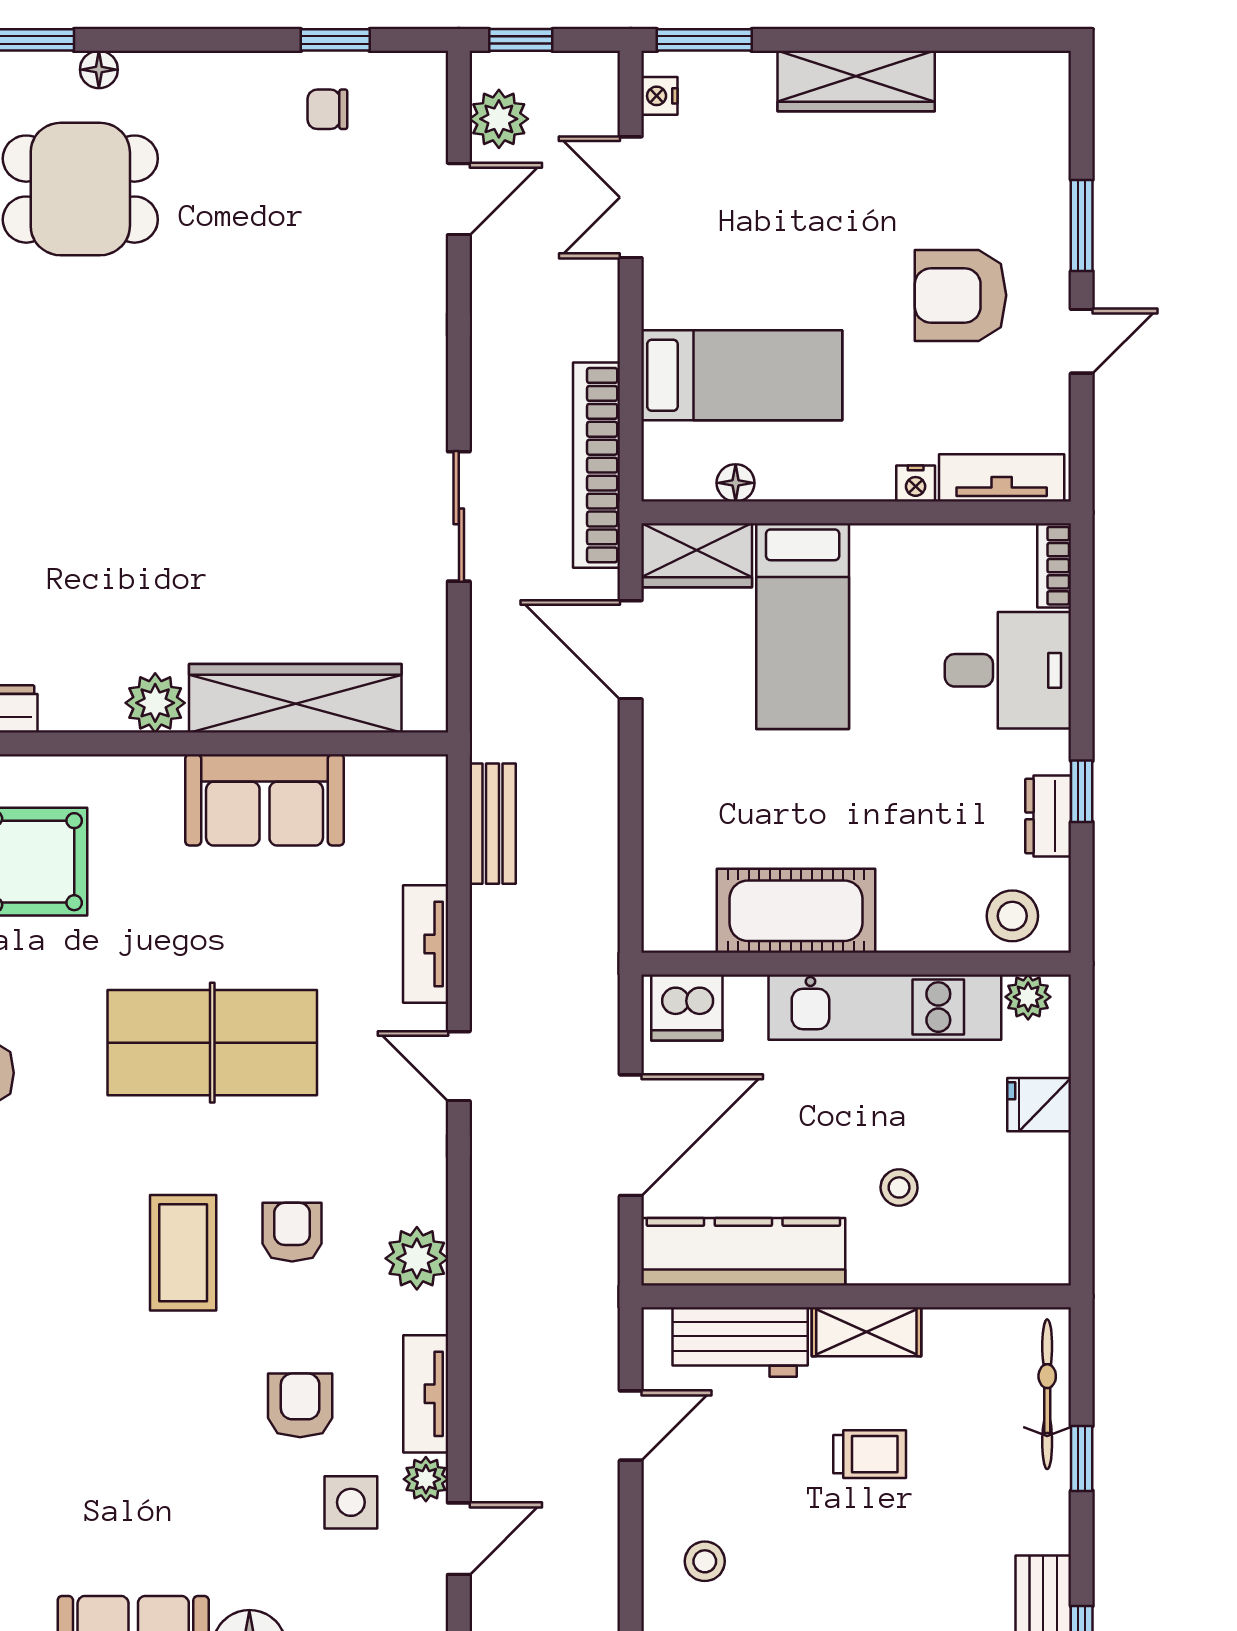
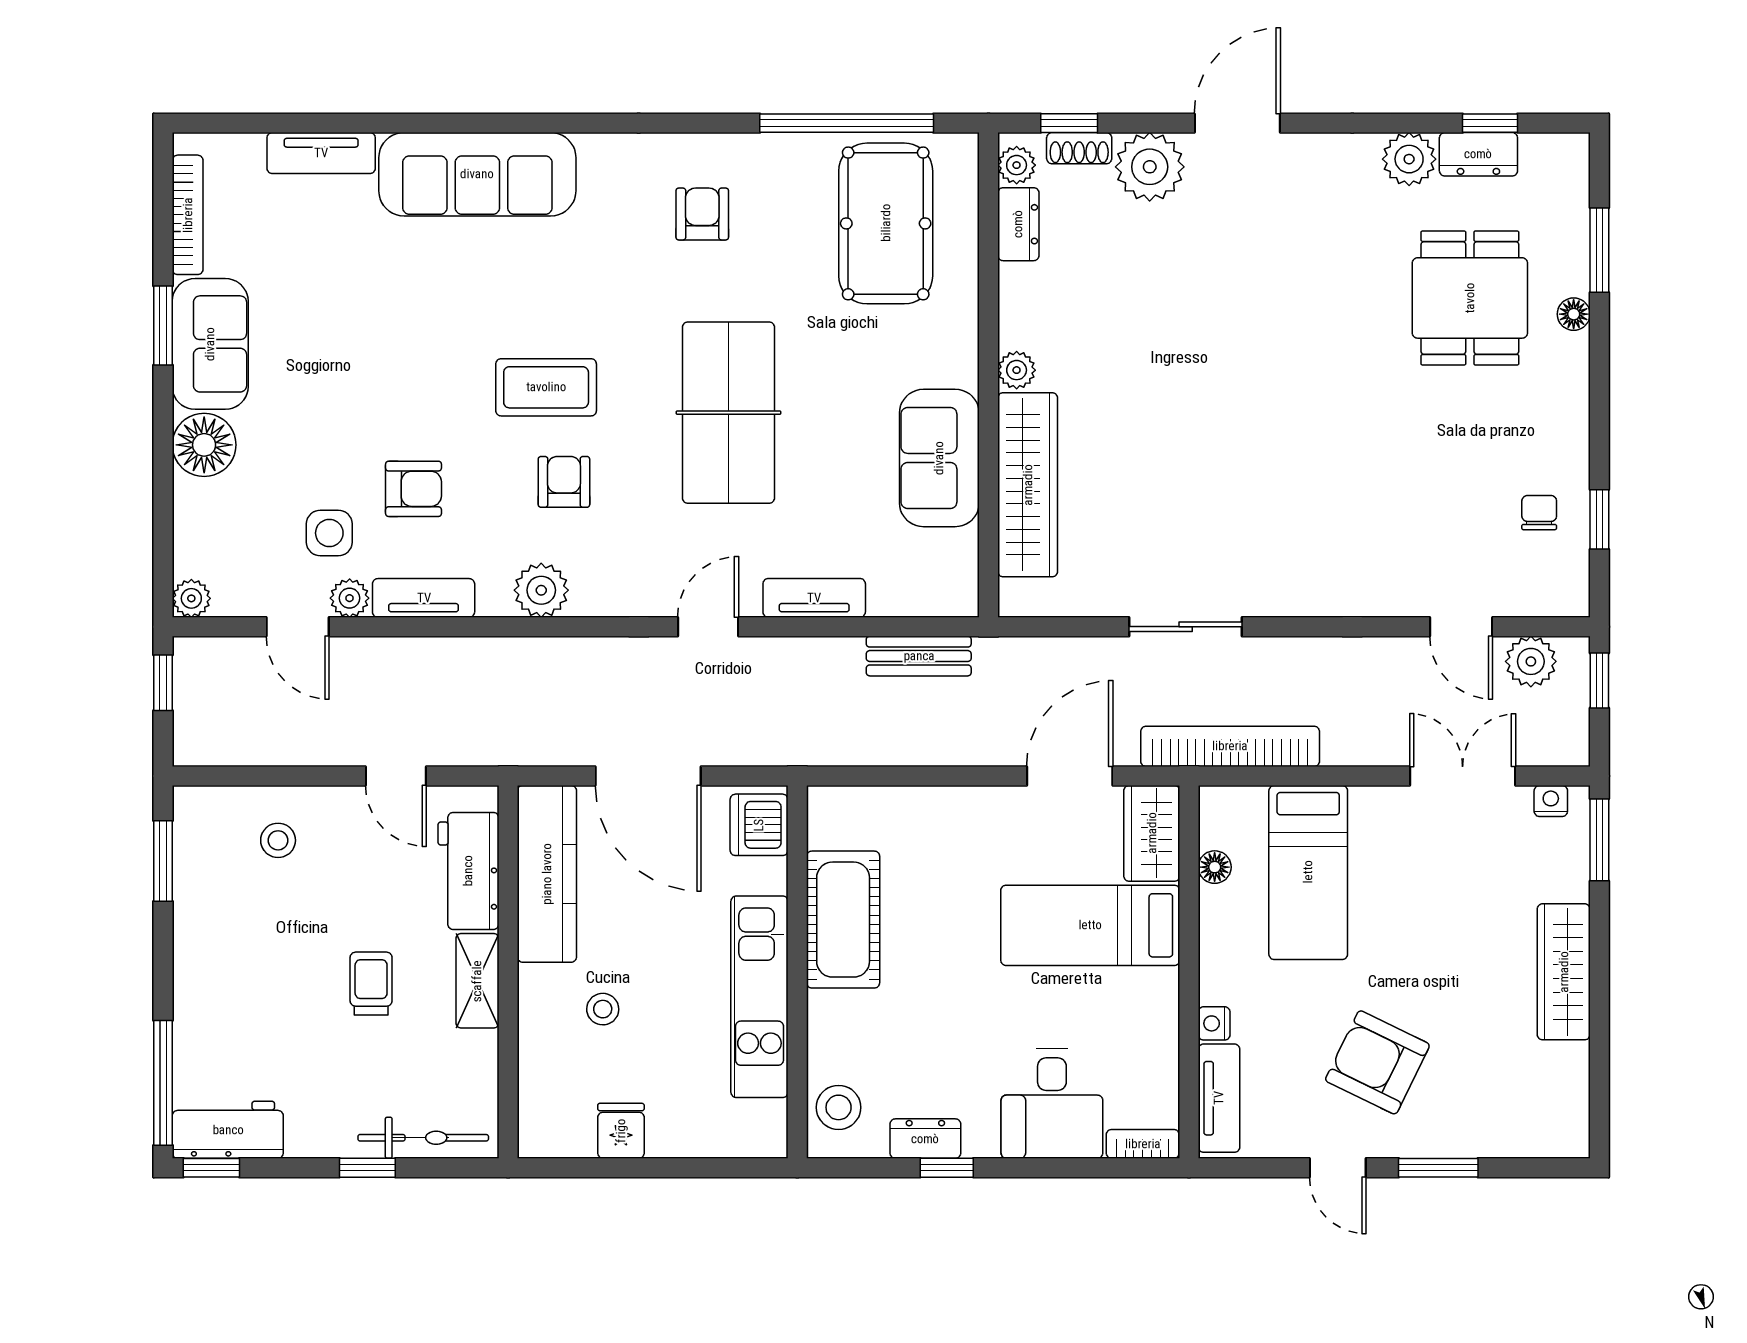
armchair: (960, 295) -> (1377, 1062), turned -64
plant: (155, 703) -> (1017, 370), width x0.73, depth x0.73
plant: (1028, 997) -> (768, 1121), removed
fridge: (1039, 1105) -> (621, 1131), moved
armchair: (292, 1232) -> (564, 482), turned -90
trolley: (870, 1454) -> (371, 984), turned 180

